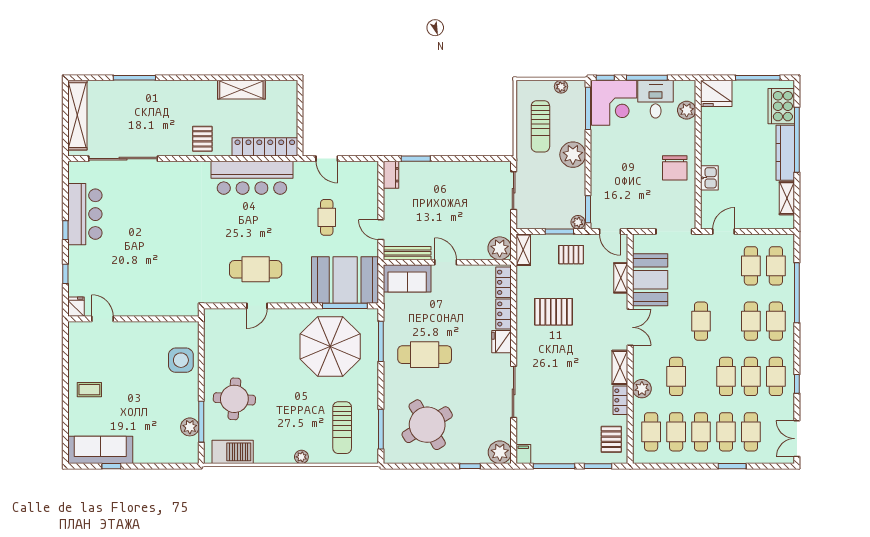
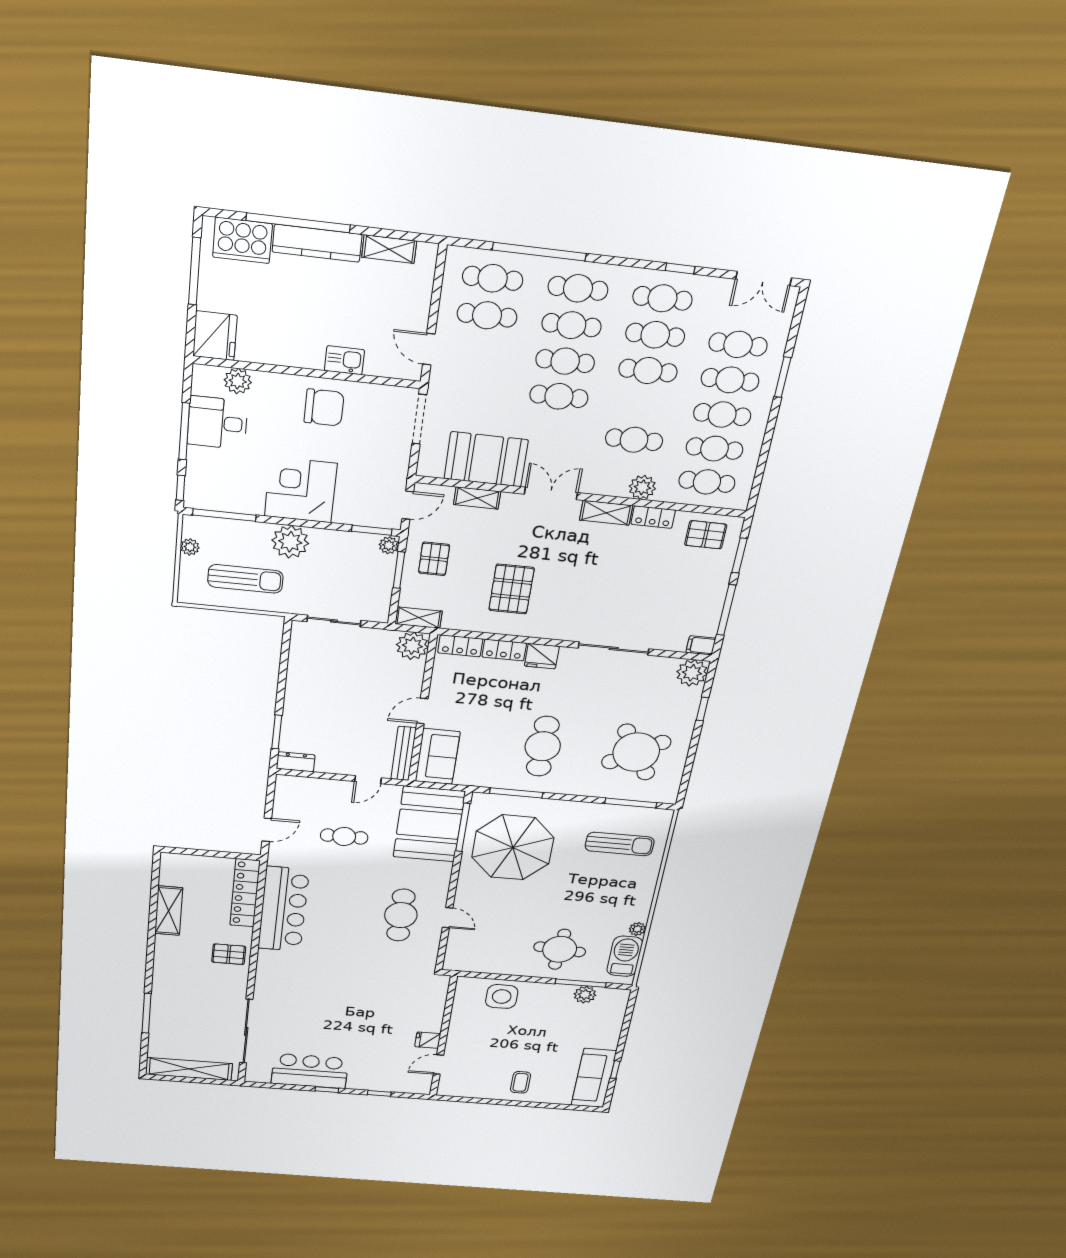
corner desk: (614, 103) -> (301, 490), moved, turned -90
fridge: (76, 307) -> (428, 1040), moved
cafe table: (726, 321) -> (565, 361), added
plant: (301, 457) -> (637, 929), moved

